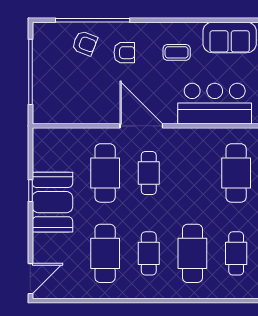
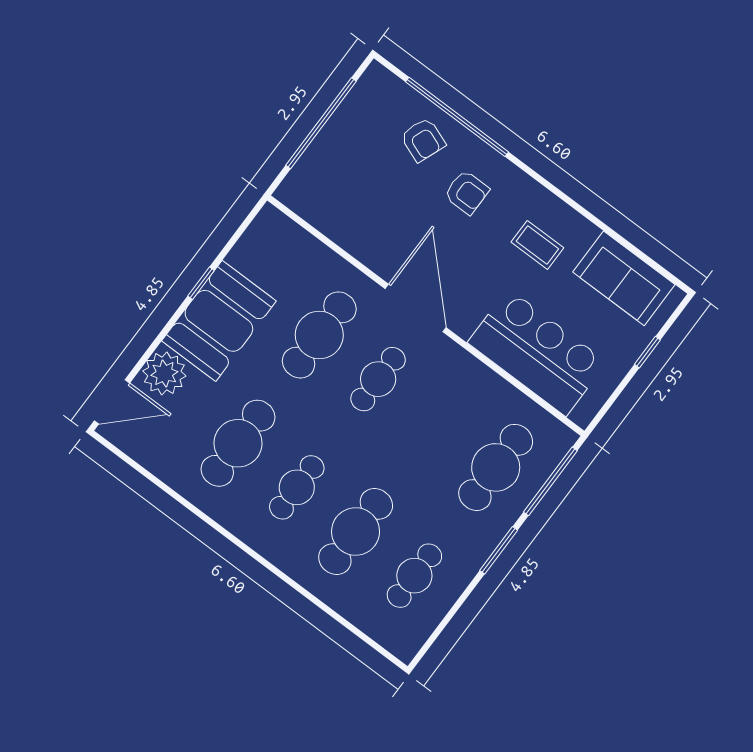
plant: (45, 247) -> (164, 373), added

